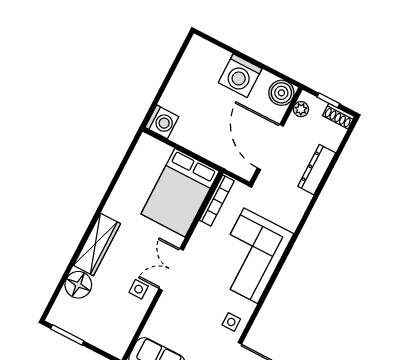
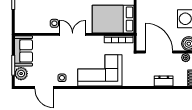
door: (270, 147) -> (159, 52), hinge flipped
dresser: (317, 170) -> (164, 81), width x0.70

